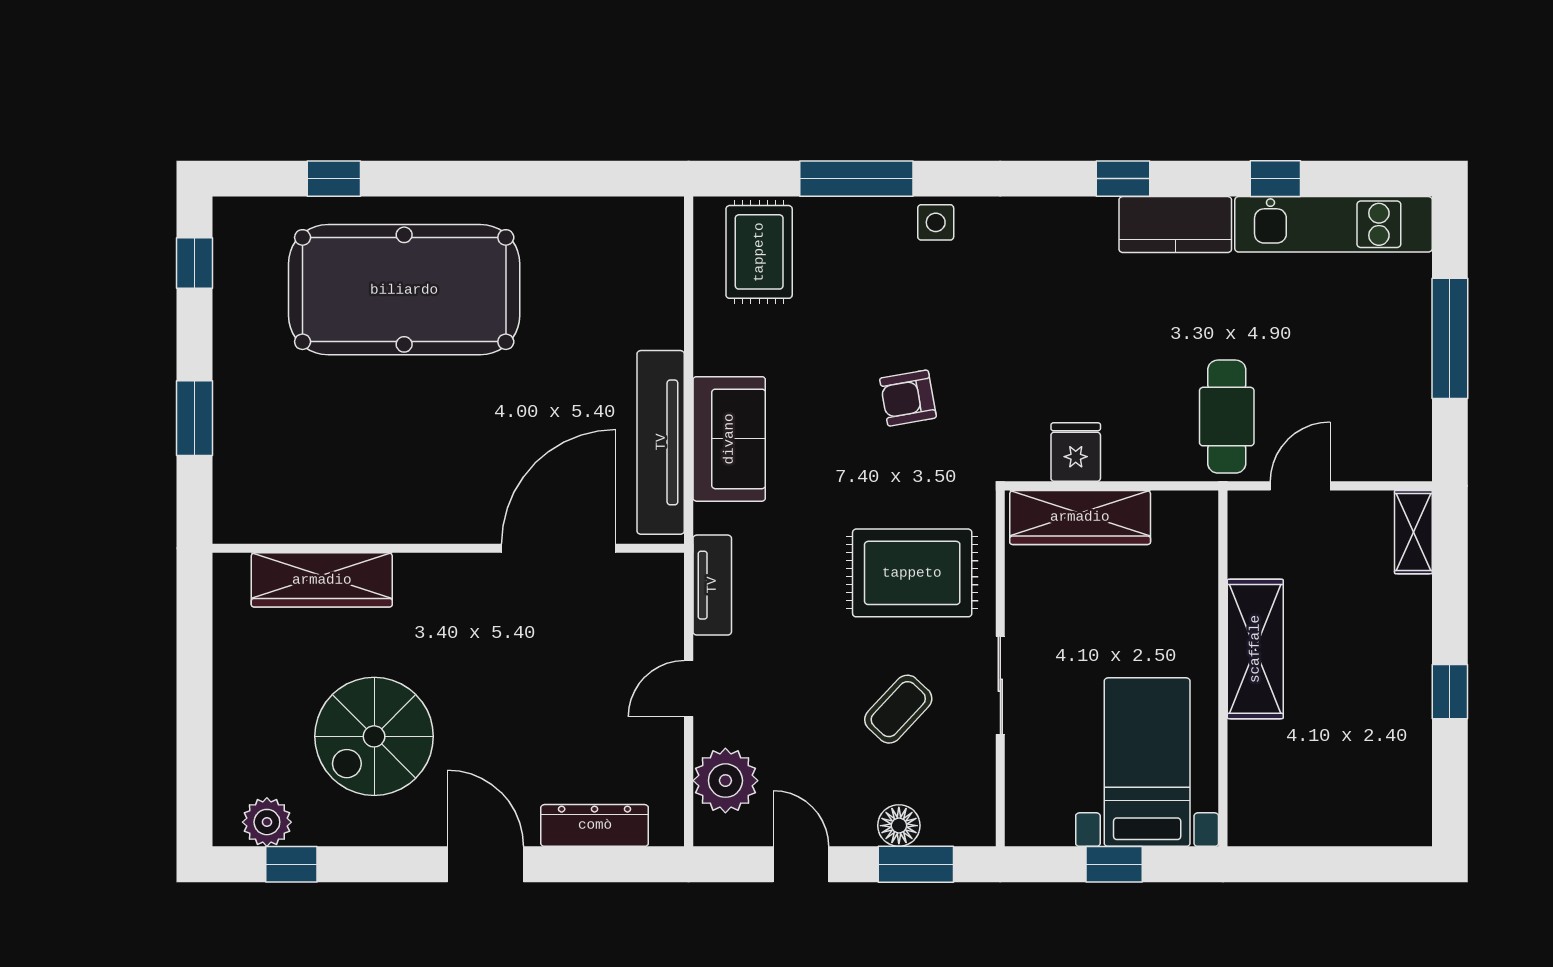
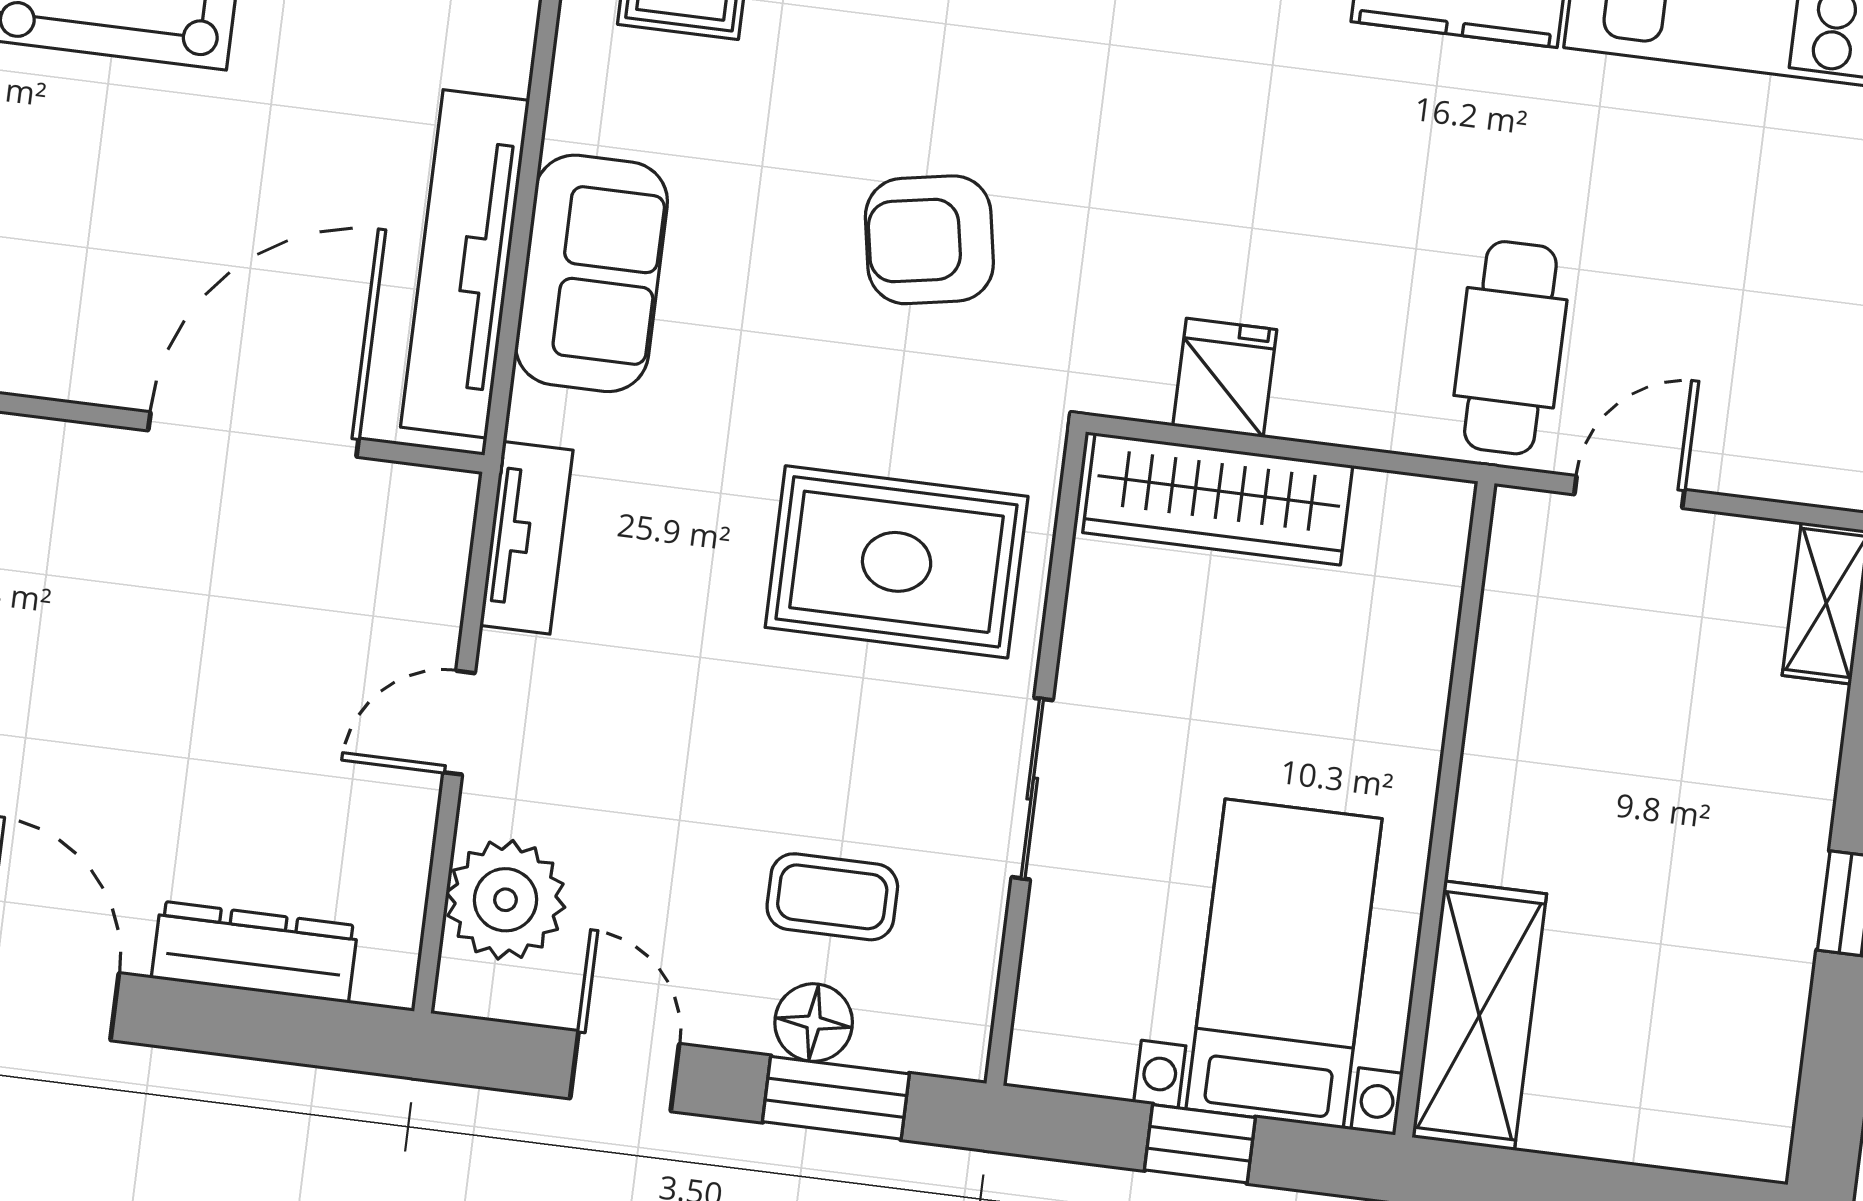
armchair: (908, 398) -> (929, 240), width x1.38, depth x1.38
shelving: (1255, 649) -> (1479, 1016), moved
coffee table: (898, 709) -> (832, 897), moved, turned 47

